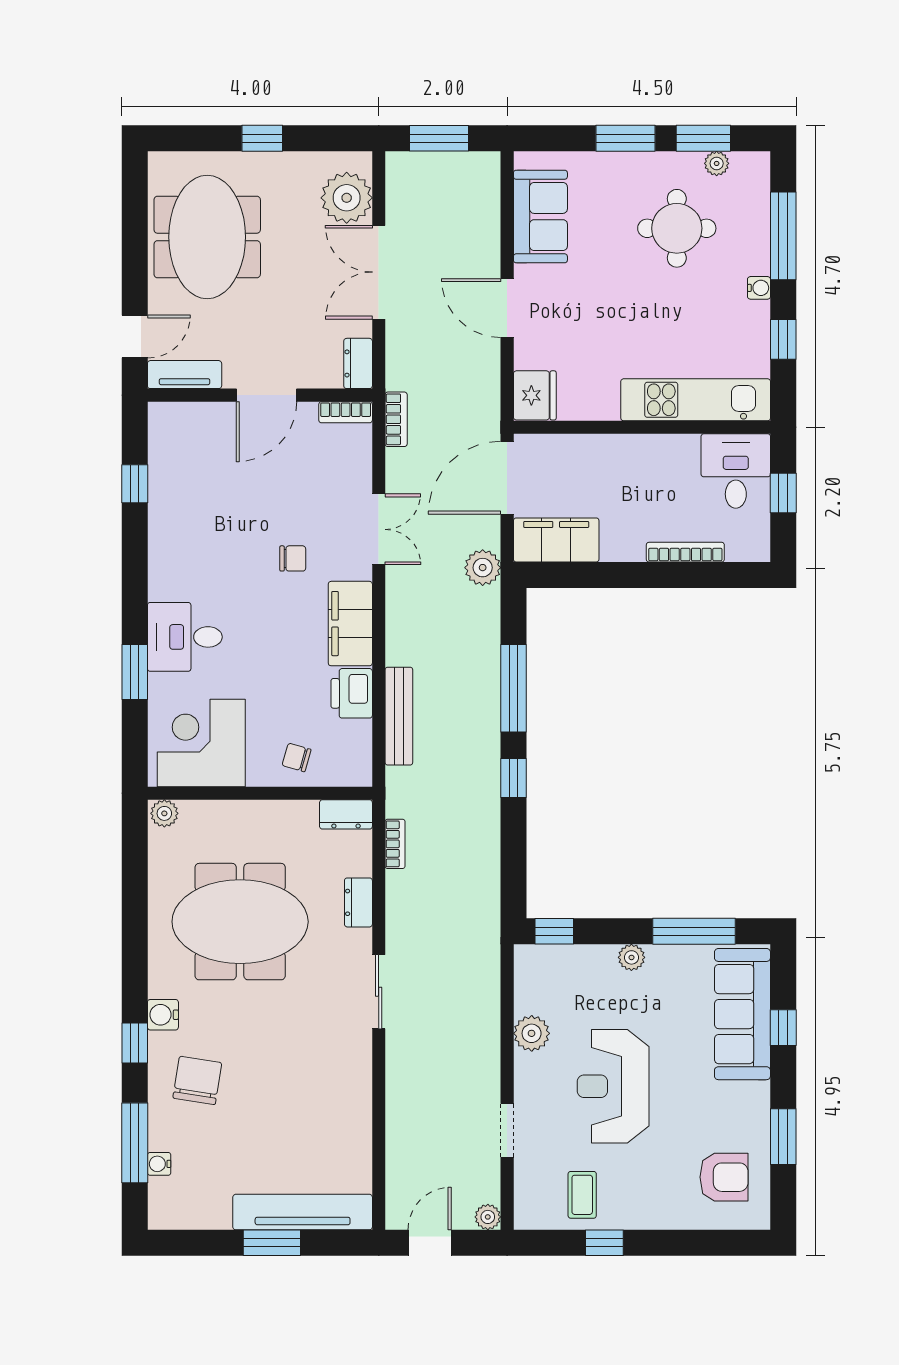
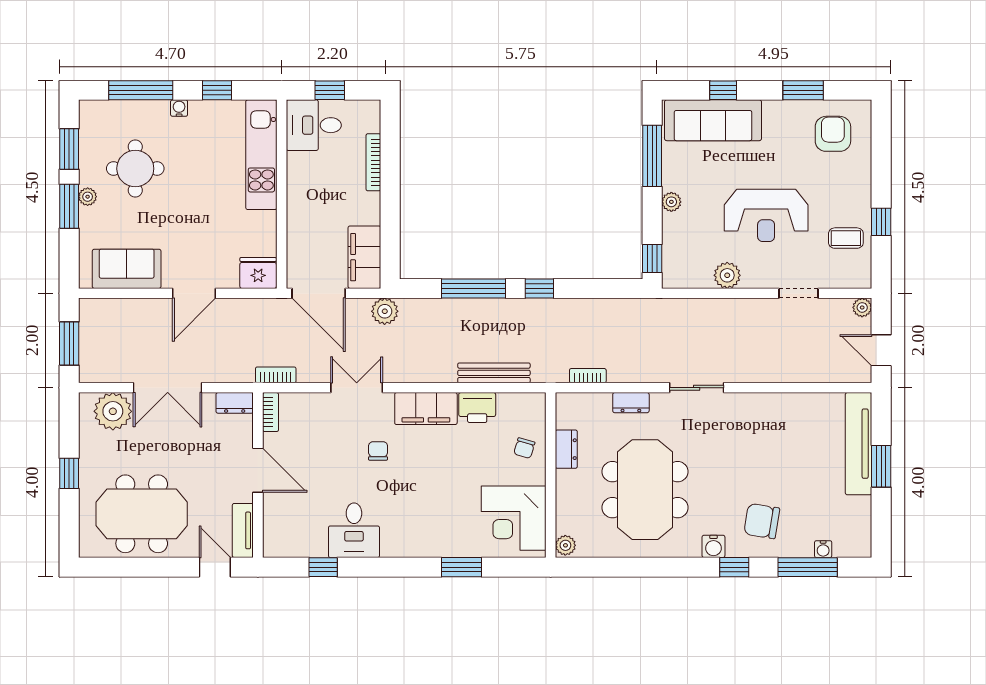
plant: (717, 163) -> (88, 197), moved
desk: (185, 637) -> (354, 530), moved
dresser: (346, 814) -> (566, 449), moved

